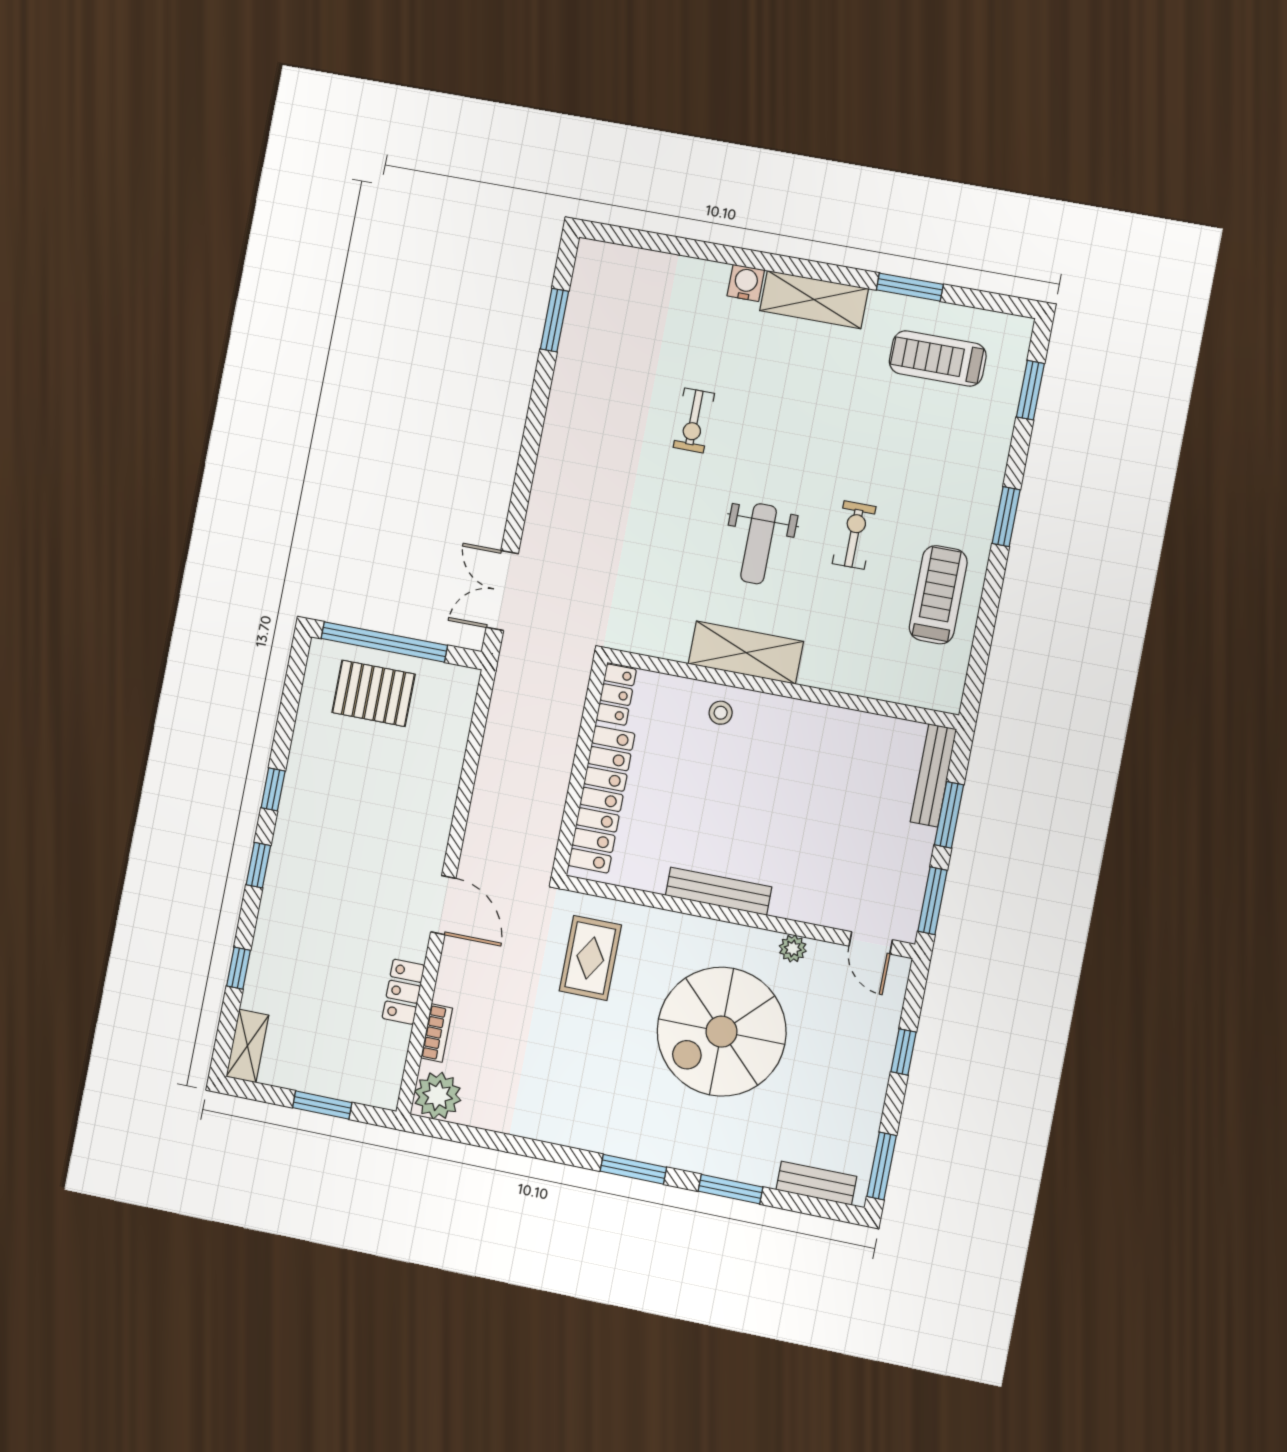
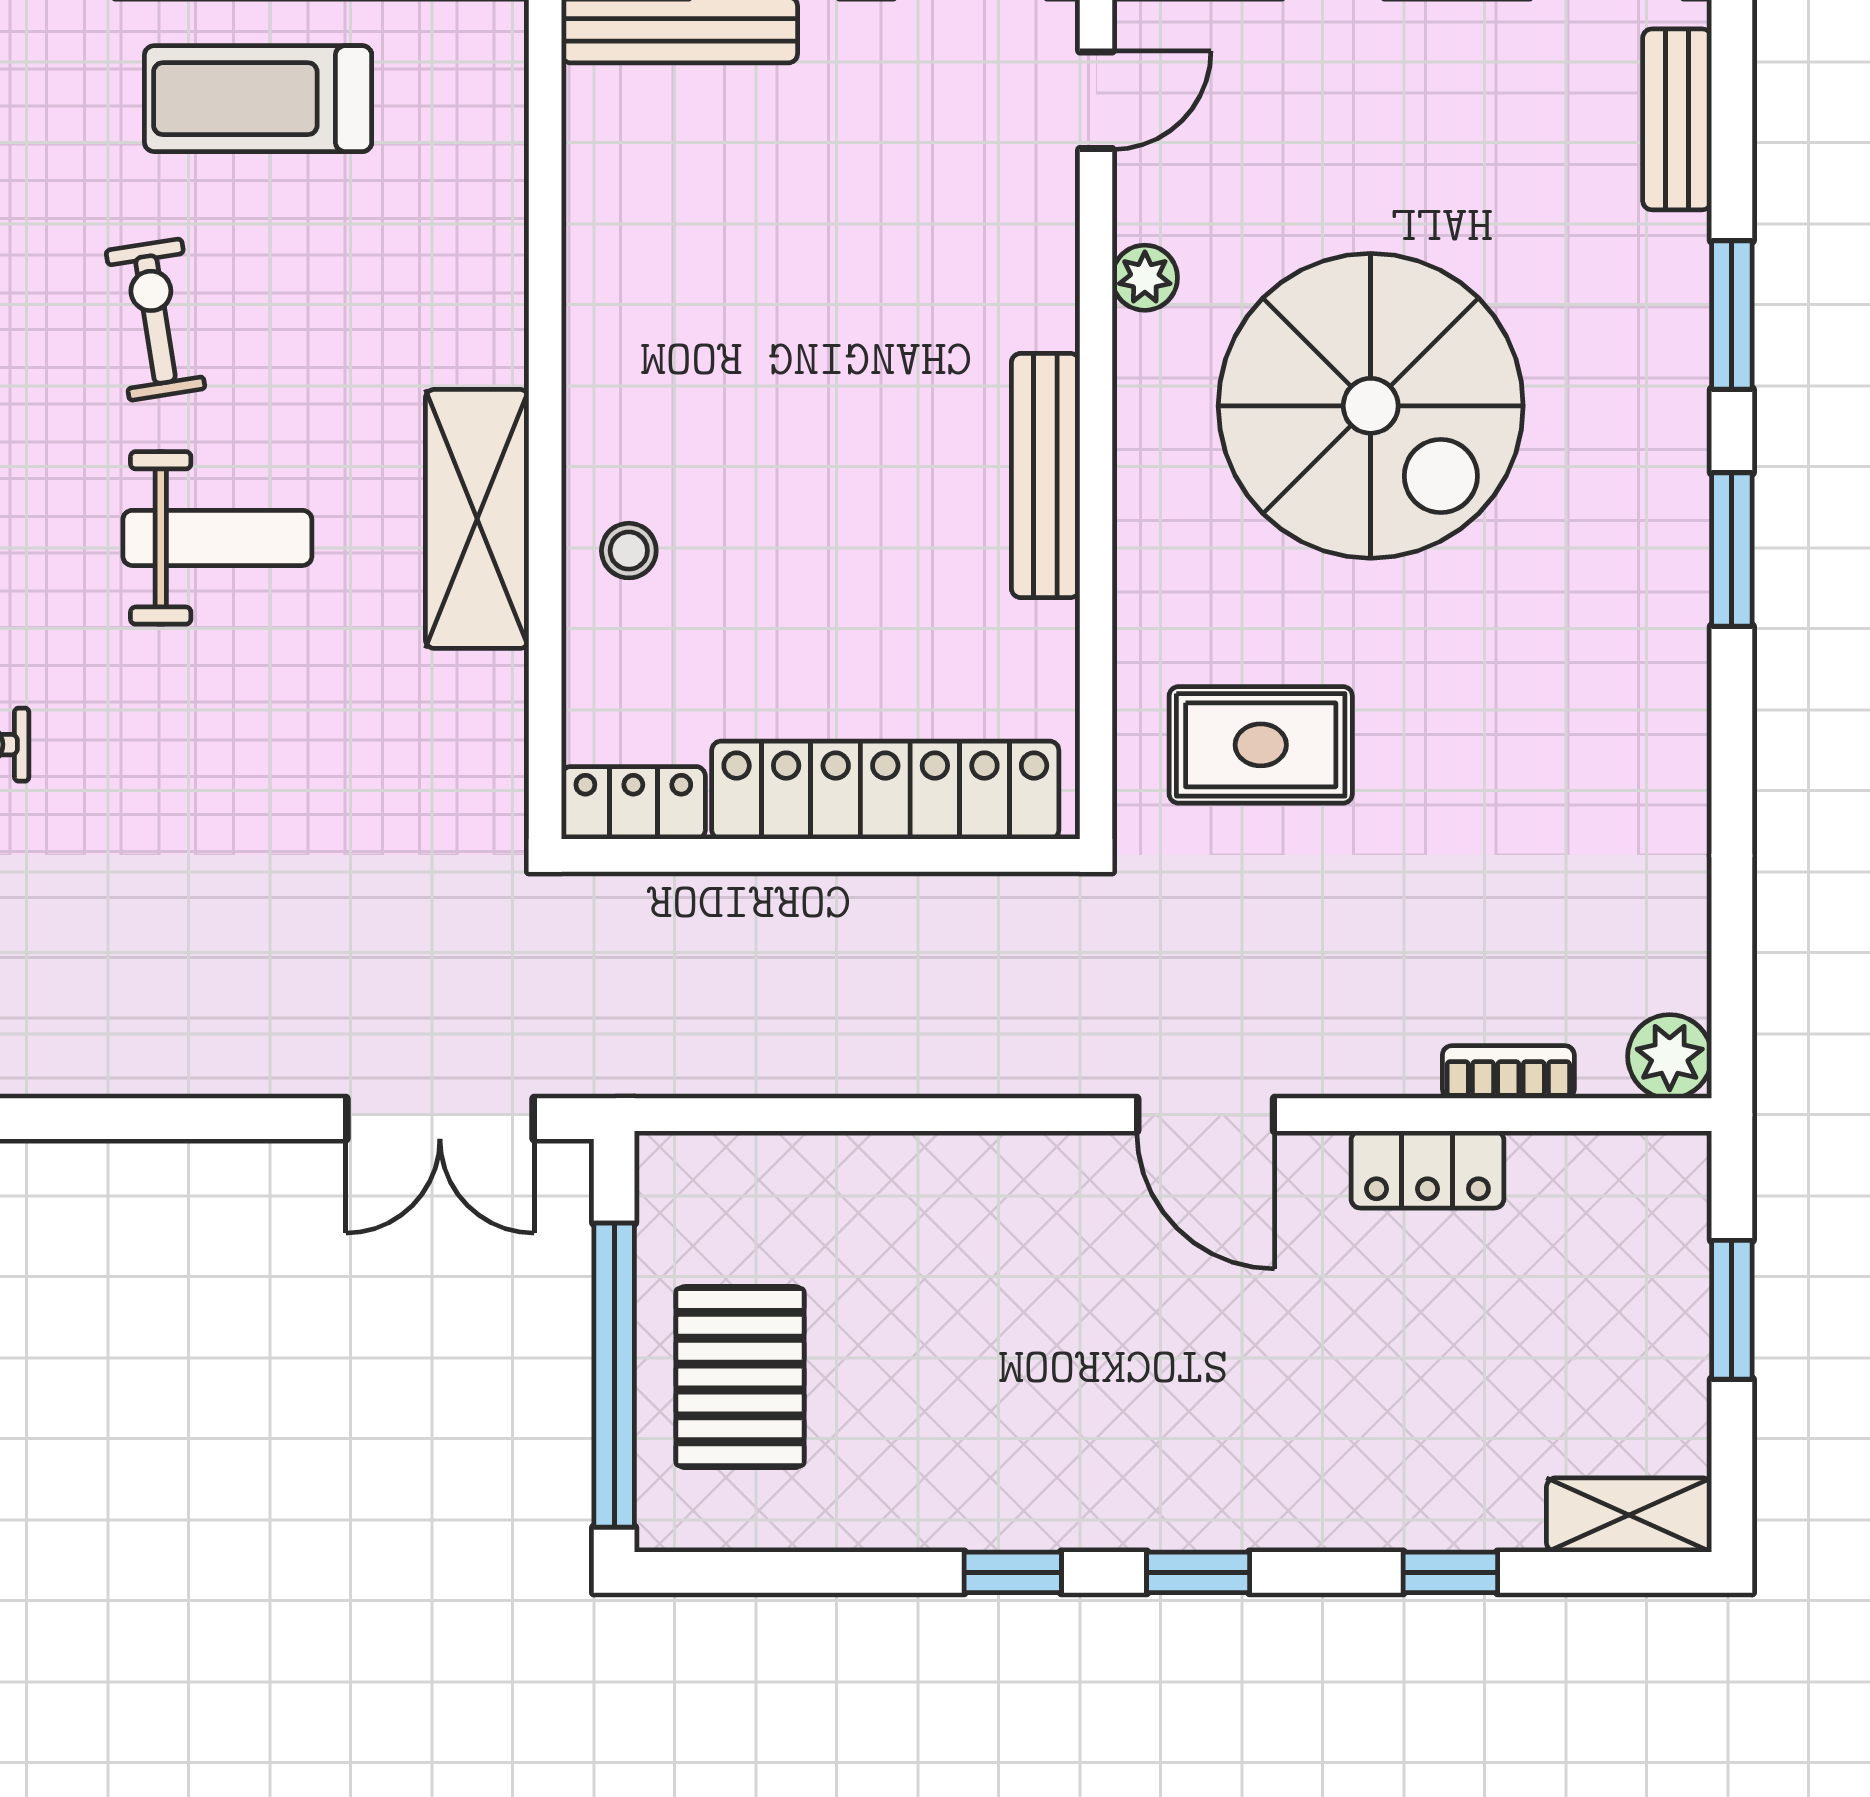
exercise bike: (854, 535) -> (155, 319), turned 81
door: (443, 905) -> (1206, 1115), swing flipped
plant: (438, 1096) -> (1670, 1056), width x0.73, depth x0.73

